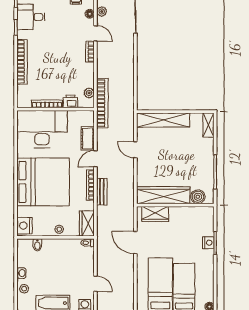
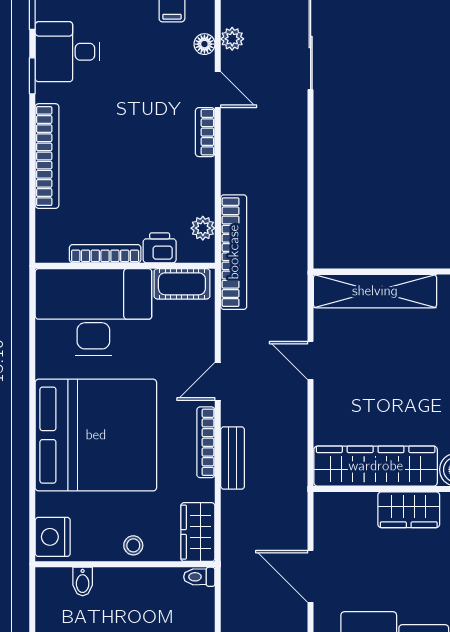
cot: (88, 139) -> (182, 284), moved, turned 90
wardrobe: (155, 214) -> (409, 510), moved

